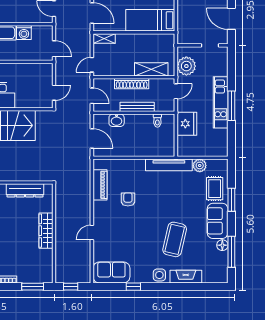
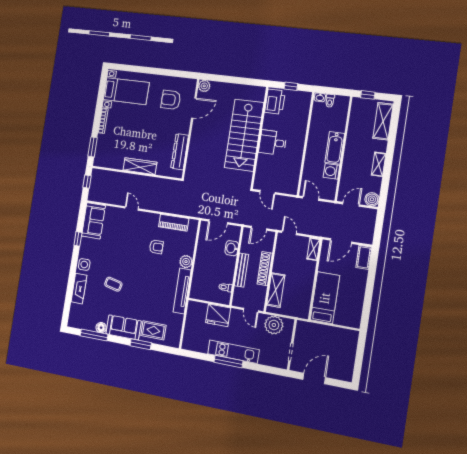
door: (54, 49) -> (311, 198), swing flipped
plant: (200, 165) -> (186, 262), moved
coffee table: (175, 239) -> (113, 284), width x0.54, depth x0.58

